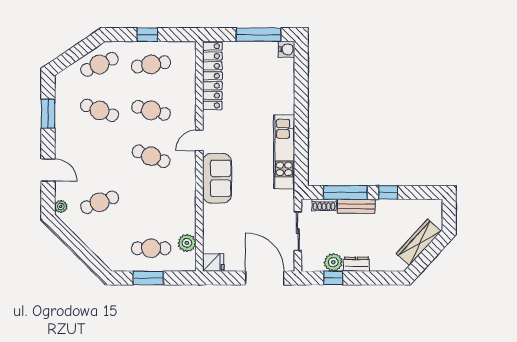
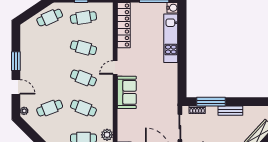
cafe table: (100, 110) -> (83, 108), moved
window: (48, 114) -> (16, 61), moved
kitchen unit: (284, 152) -> (171, 38), moved
window: (388, 192) -> (239, 102), removed
bench: (356, 206) -> (230, 111), moved

